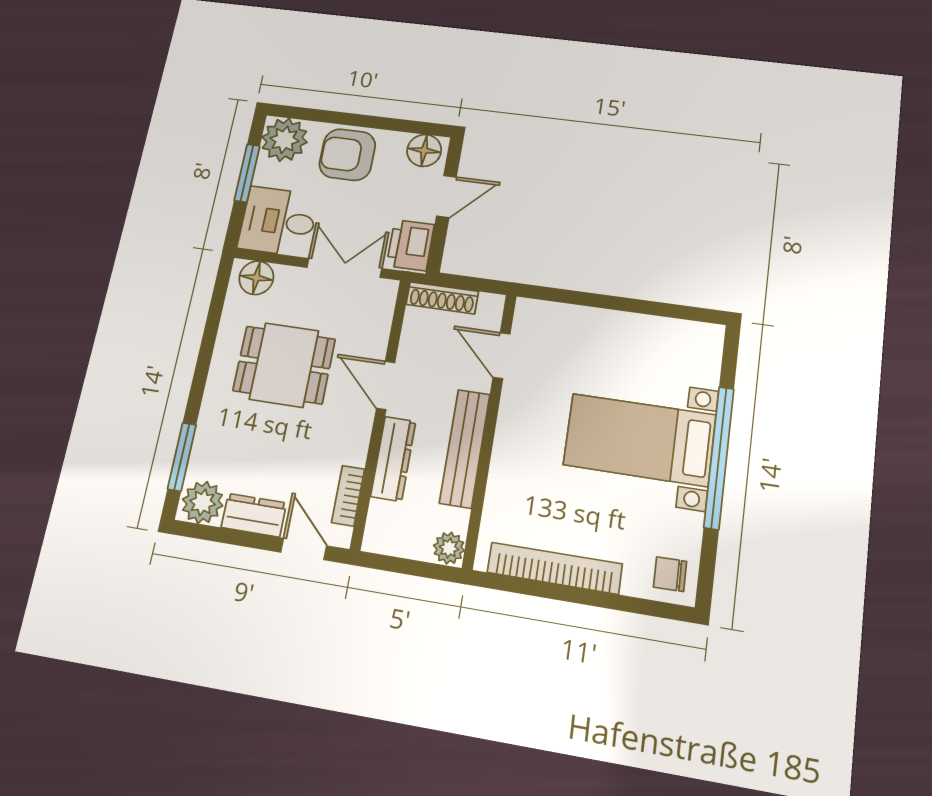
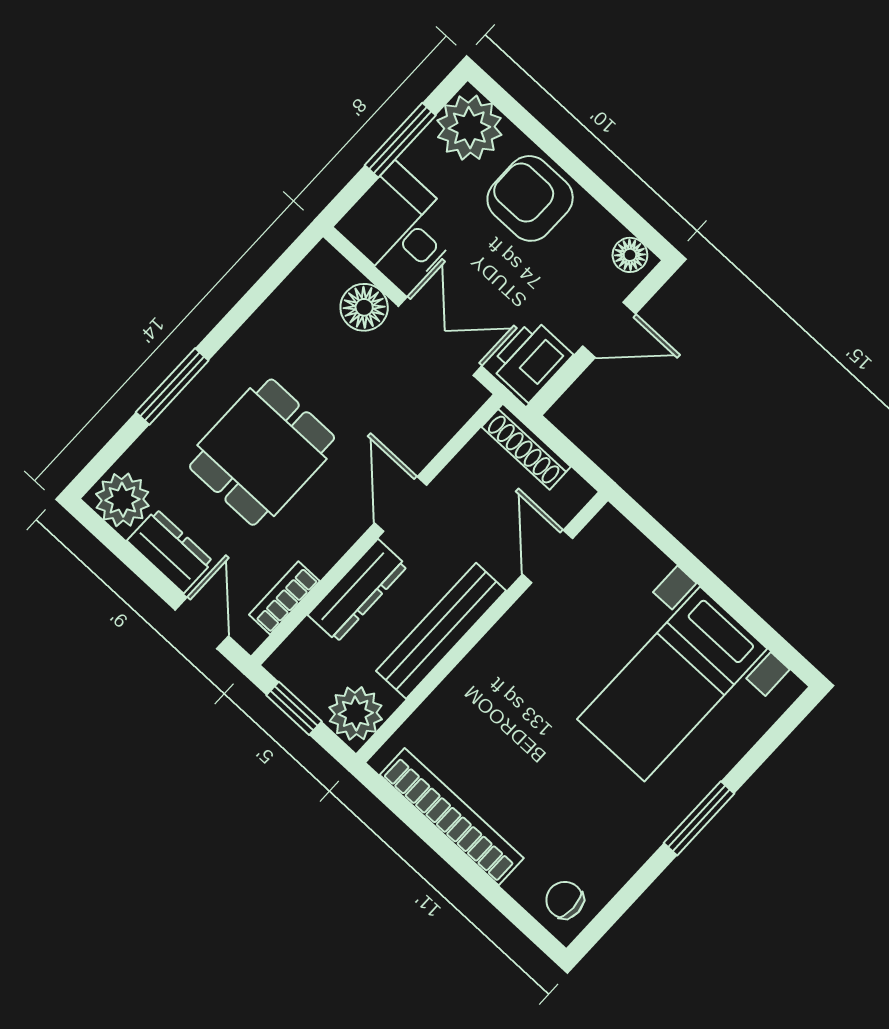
floor lamp: (424, 150) -> (630, 255), width x0.73, depth x0.73
floor lamp: (256, 278) -> (364, 307), moved
dining table: (284, 365) -> (262, 452), moved, turned 90
bed with nightstands: (640, 440) -> (672, 684), moved, turned -90
window: (182, 457) -> (172, 386), moved
window: (719, 457) -> (699, 818), width x0.47
plant: (449, 548) -> (356, 713), width x1.38, depth x1.38
window: (401, 566) -> (294, 708), added

